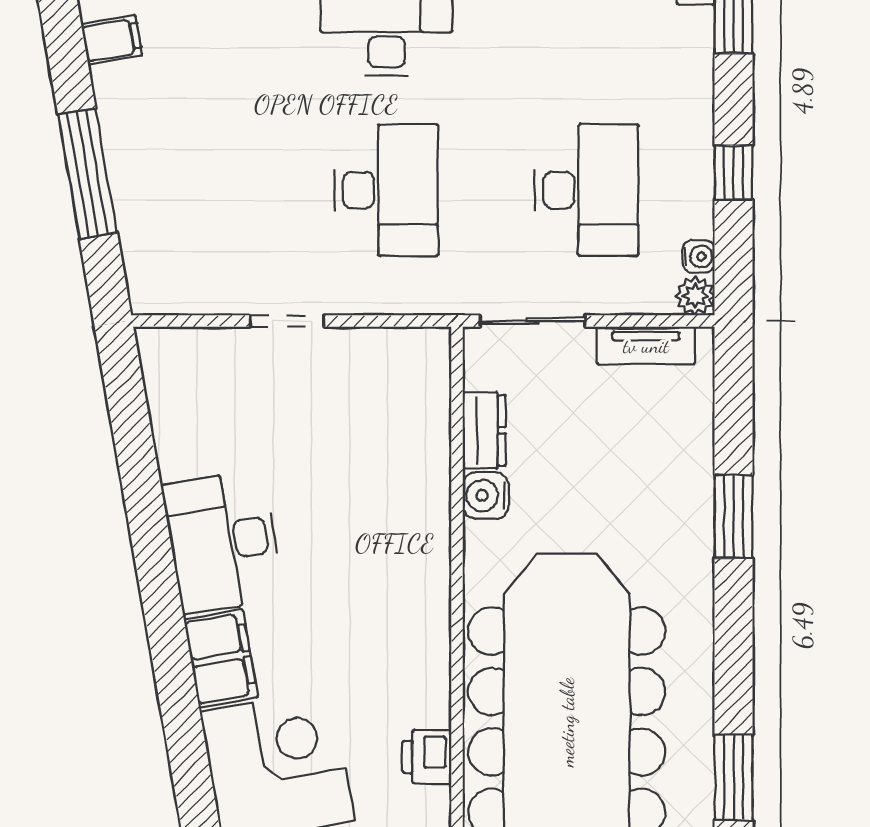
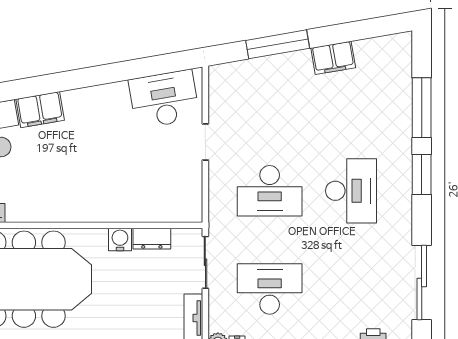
filing cabinet: (112, 40) -> (333, 58), width x2.00
desk: (587, 190) -> (270, 289), turned 180
desk: (223, 542) -> (164, 99), moved

